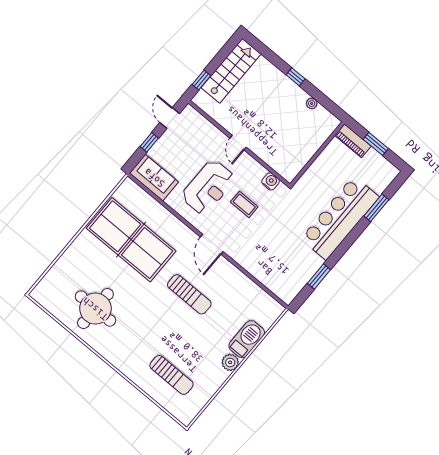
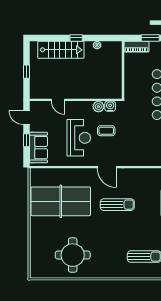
stairs: (231, 71) -> (61, 50), moved, turned 90
window: (201, 80) -> (26, 72), moved
door: (238, 143) -> (58, 100), moved
plant: (258, 171) -> (98, 107), added
sofa: (154, 178) -> (38, 148), moved, turned 90

